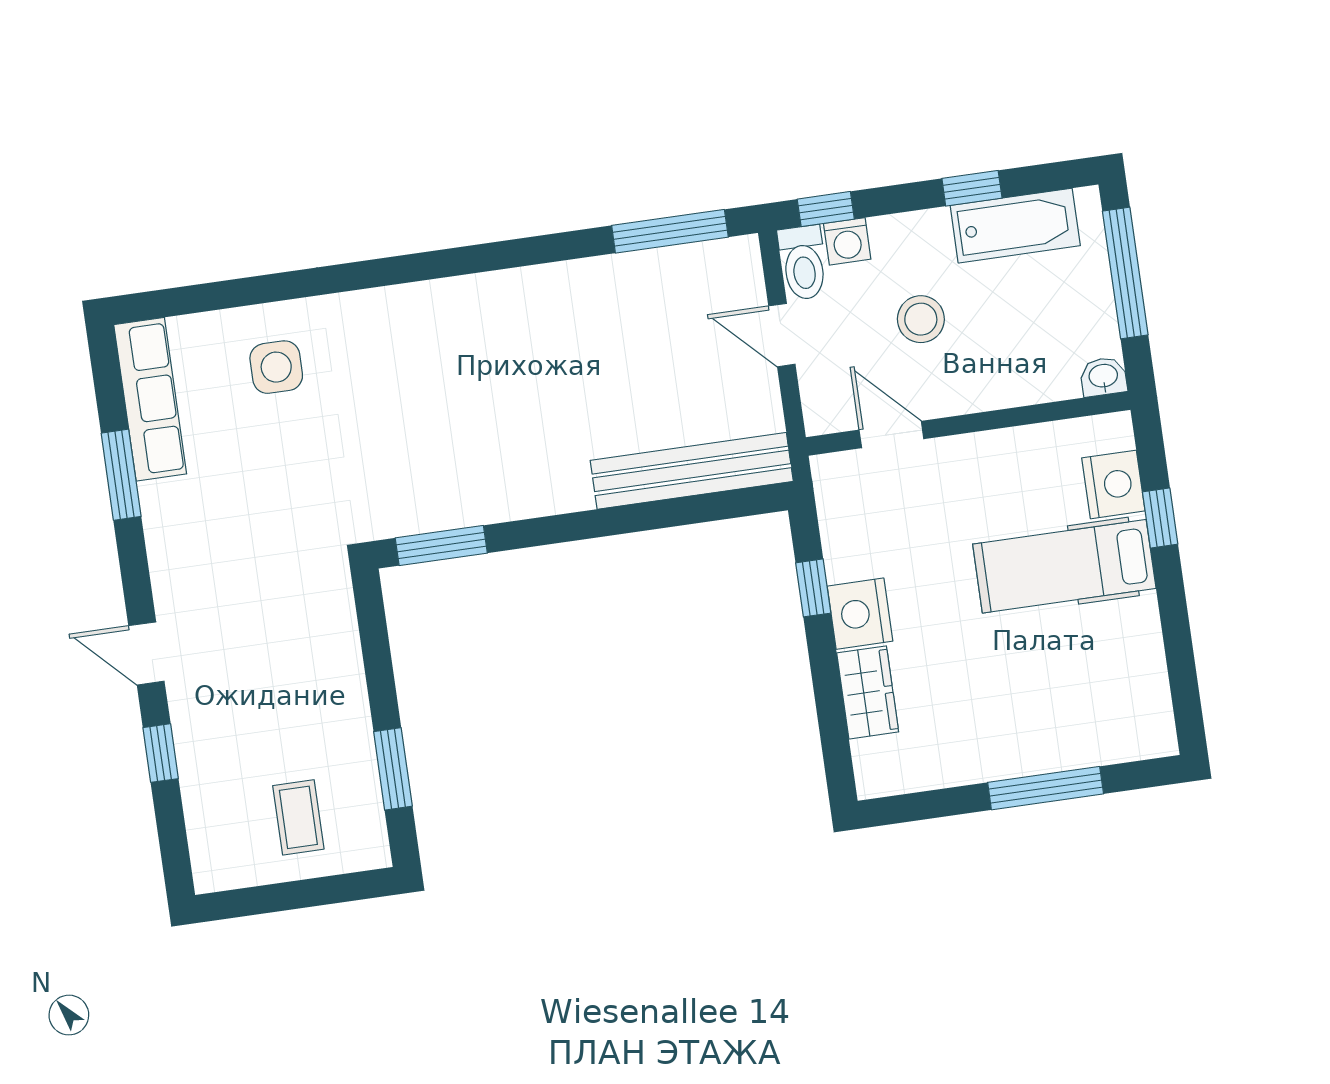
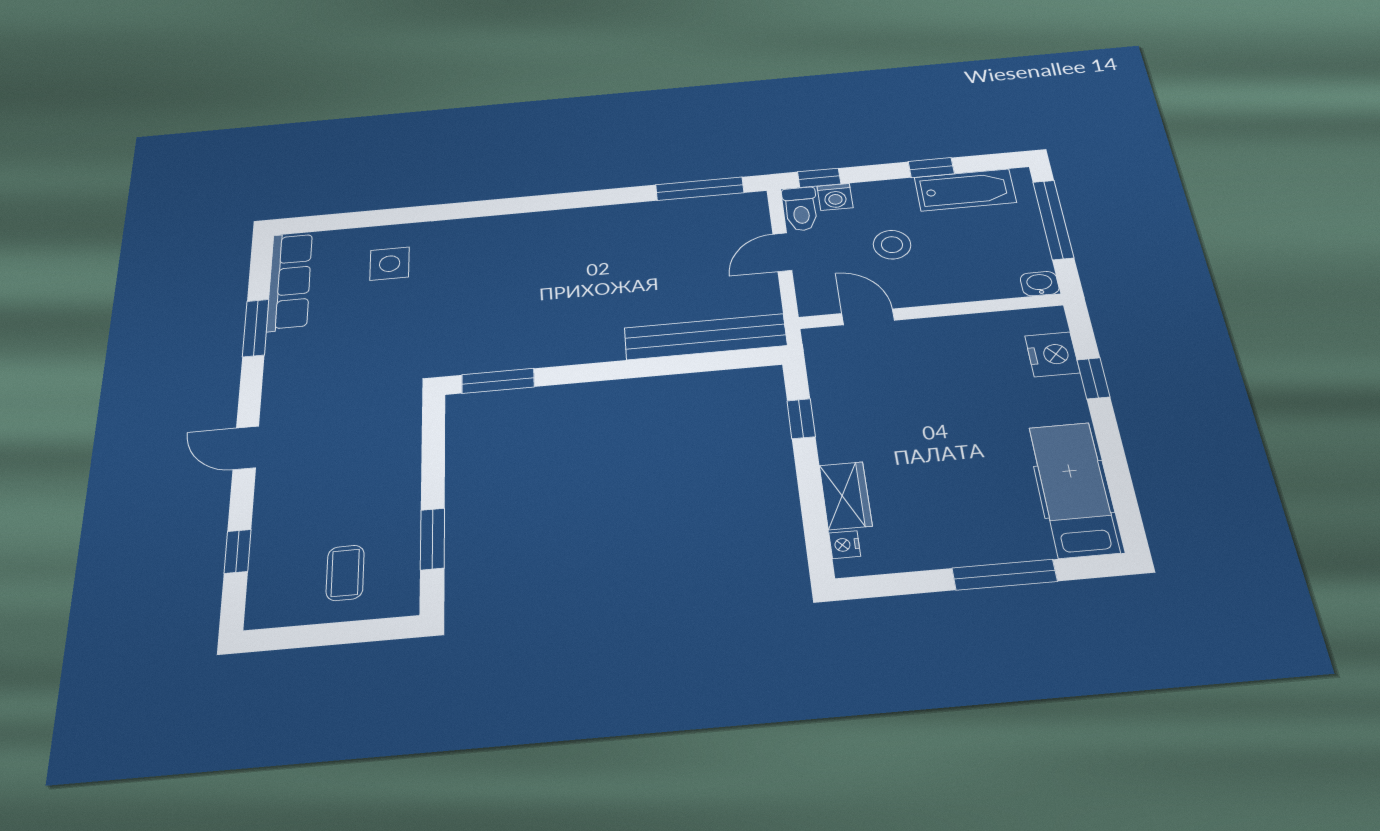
door: (782, 335) -> (782, 252), hinge flipped
hospital bed: (1064, 566) -> (1074, 489), moved, turned 90
nightstand: (860, 614) -> (845, 545), moved, width x0.53, depth x0.56
window: (161, 753) -> (238, 551), moved

